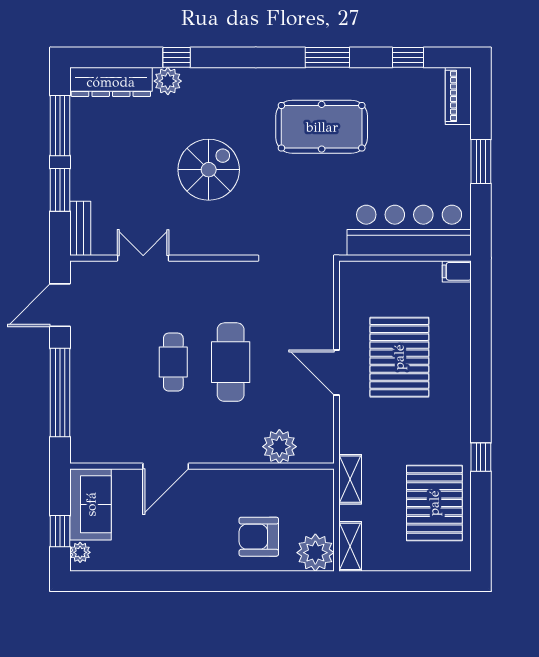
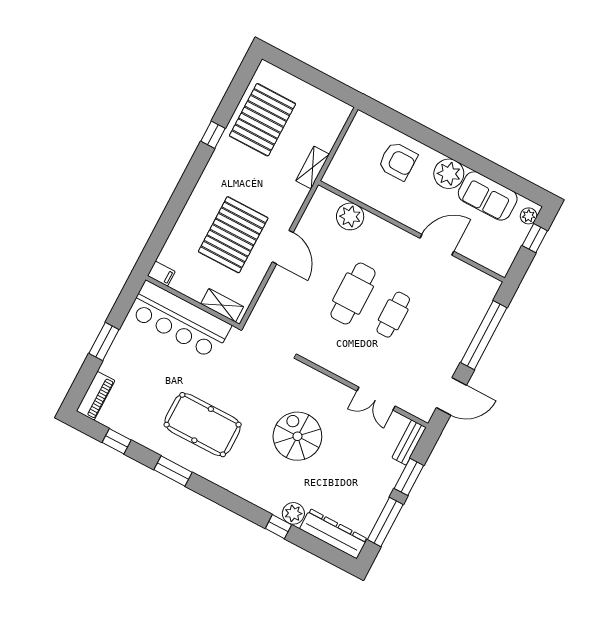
spiral stairs: (209, 170) -> (297, 436), turned 90
sofa: (91, 504) -> (488, 196), moved, turned -90
shelving: (350, 546) -> (222, 305), moved, turned 90
plant: (315, 553) -> (449, 174), moved

